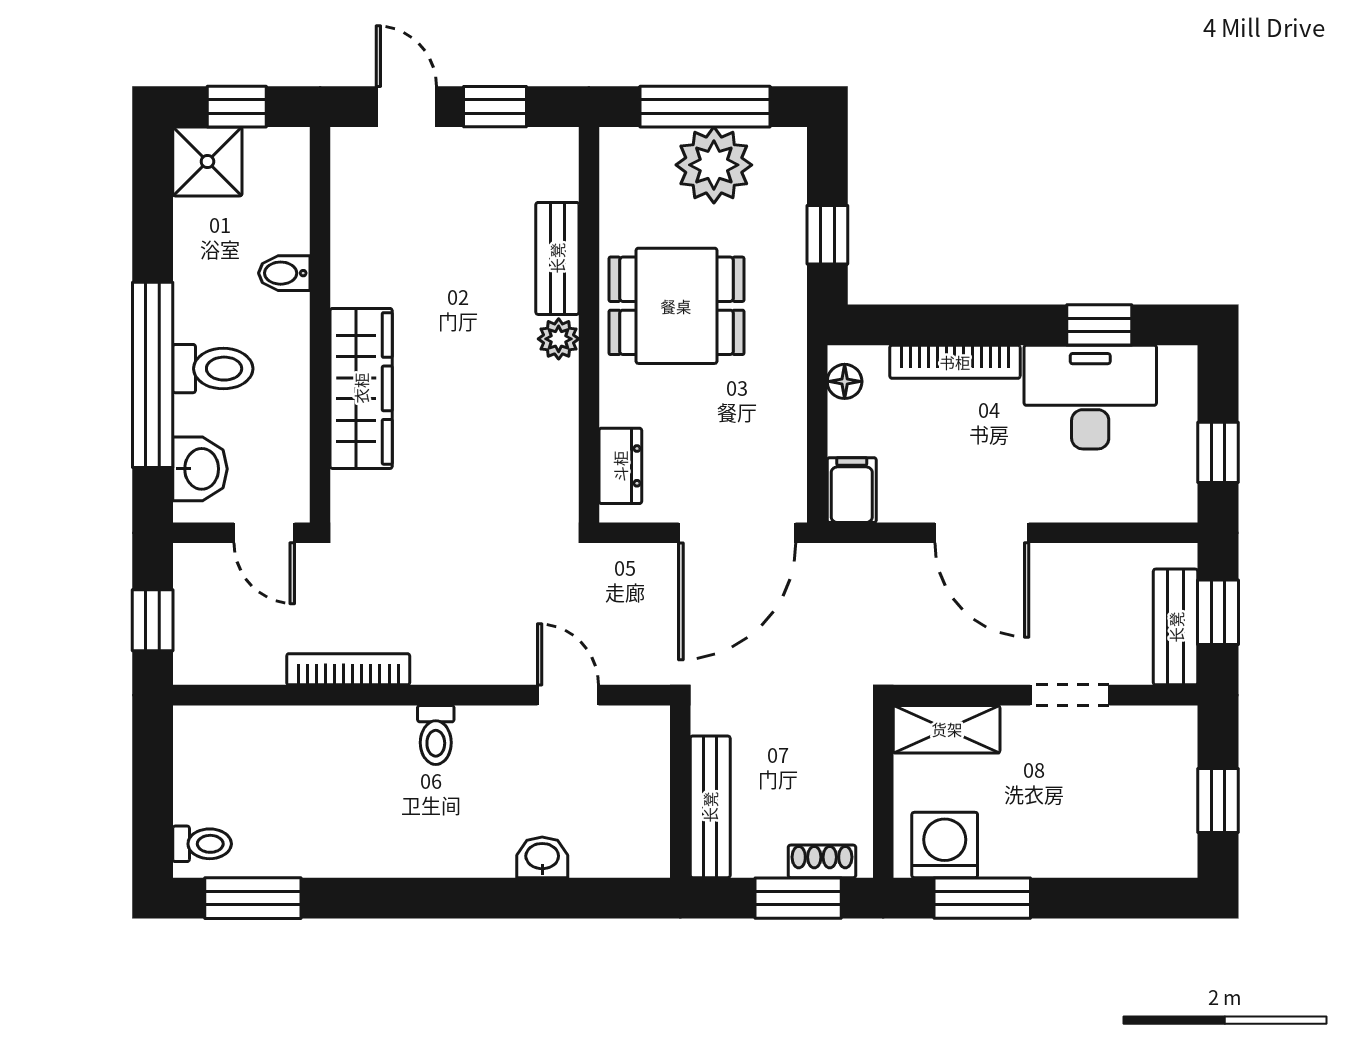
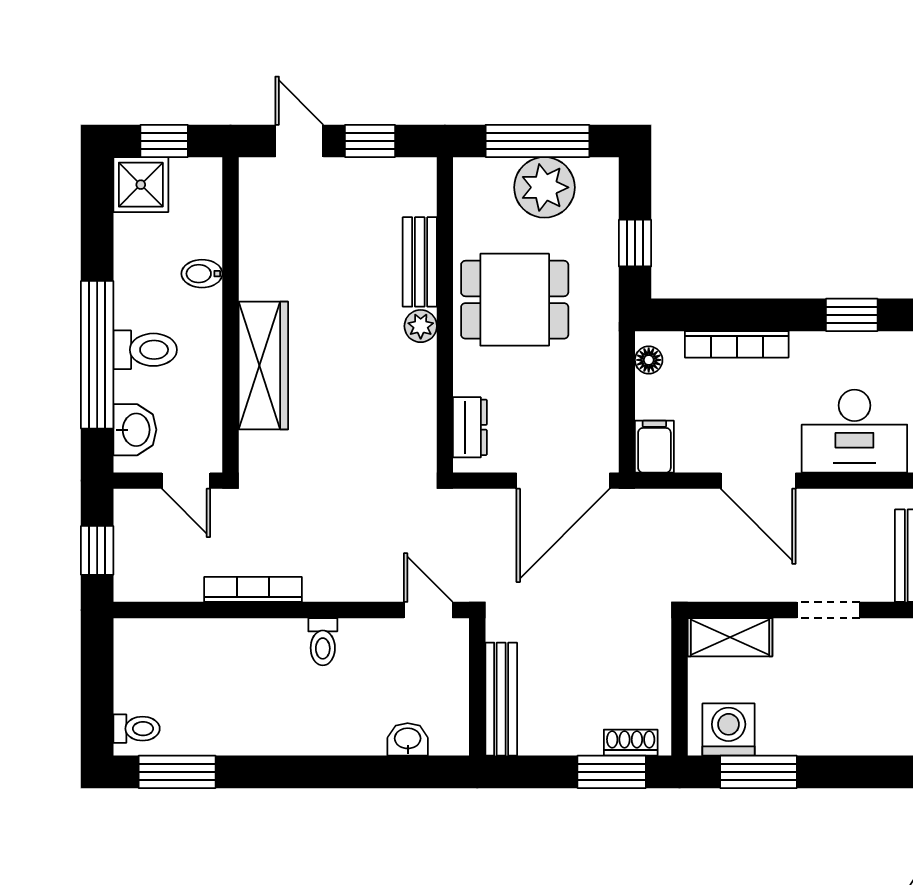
desk: (1090, 397) -> (854, 431), moved, turned 180
wall: (680, 792) -> (477, 687), moved
bench: (710, 807) -> (501, 699), moved

